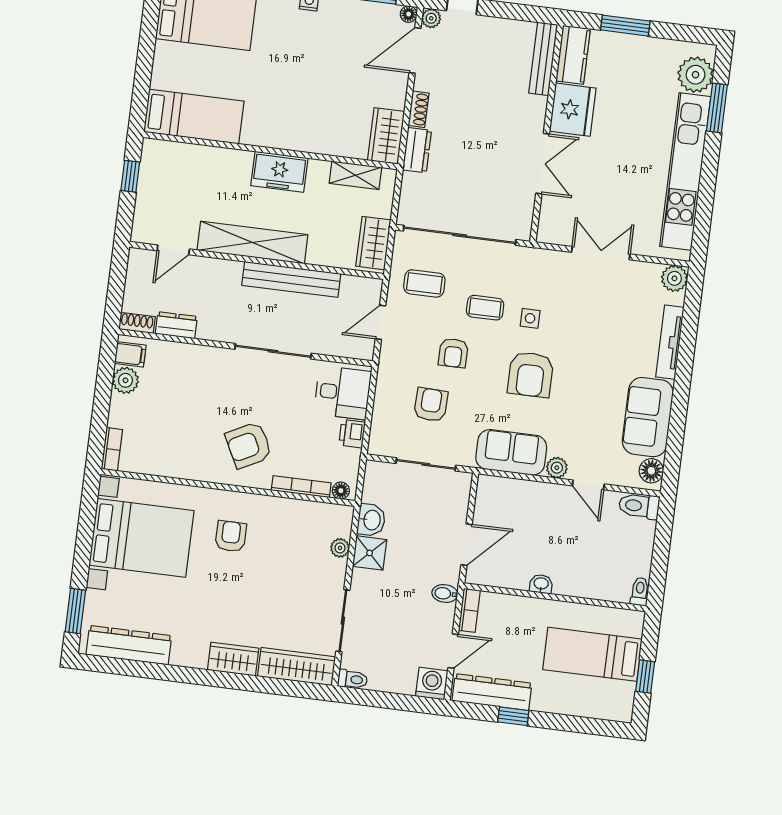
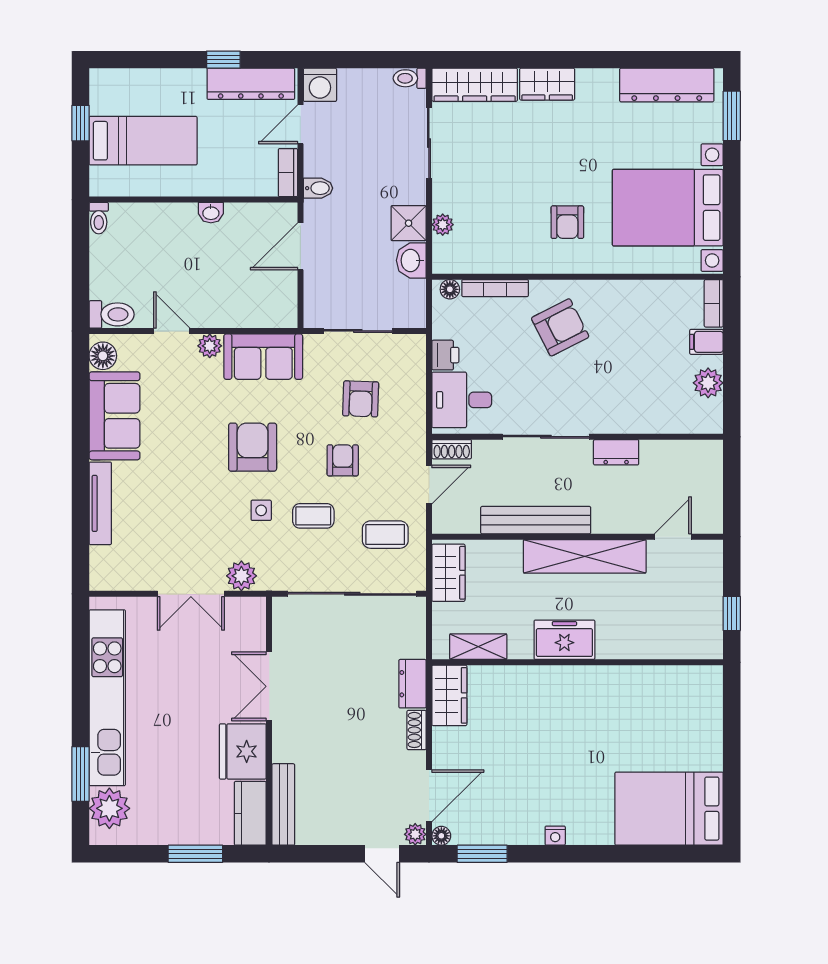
bed: (194, 117) -> (669, 690), removed
plant: (674, 278) -> (241, 576), moved
shoe rack: (137, 323) -> (452, 449), moved
dresser: (176, 325) -> (616, 452), moved
filing cabinet: (130, 354) -> (706, 342), moved

